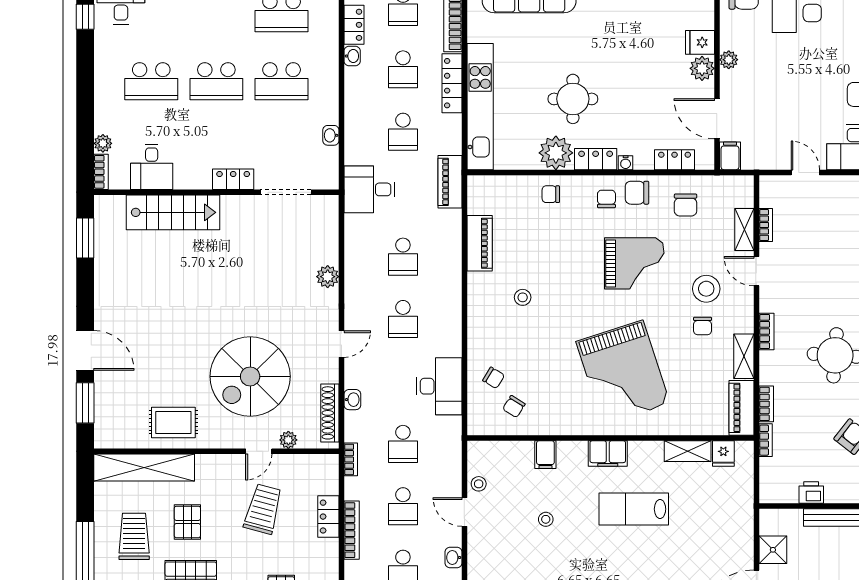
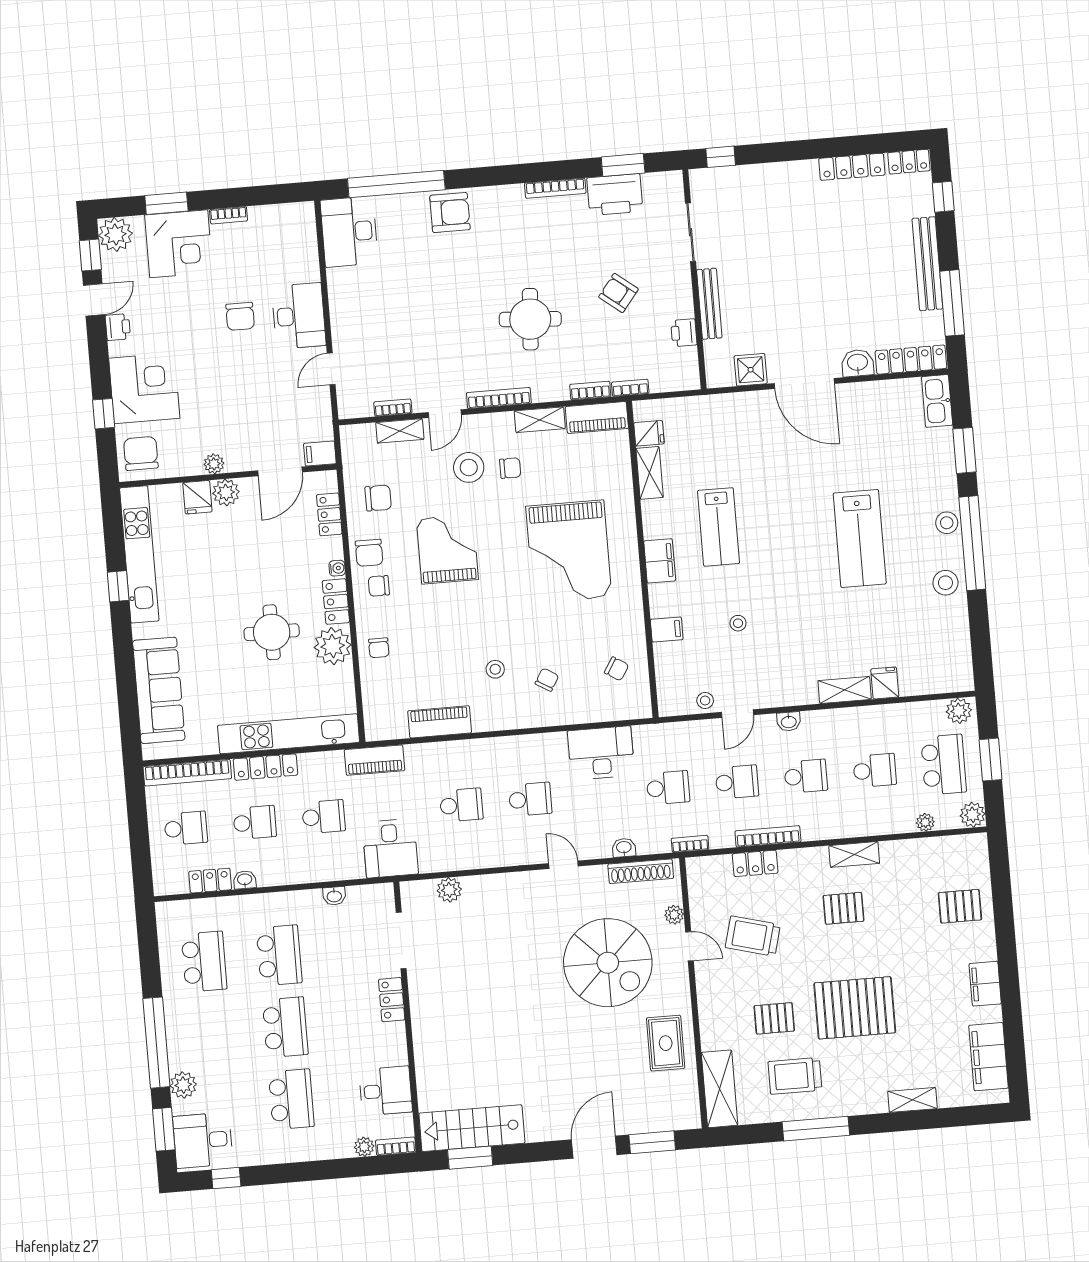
stairs: (173, 212) -> (472, 1128), moved, turned -90
plant: (328, 277) -> (449, 890), moved
bookcase: (766, 332) -> (499, 398), width x1.56
grand piano: (623, 372) -> (569, 552), turned 108
chair: (494, 378) -> (547, 680), moved
shelving: (144, 468) -> (720, 1089), width x0.68

